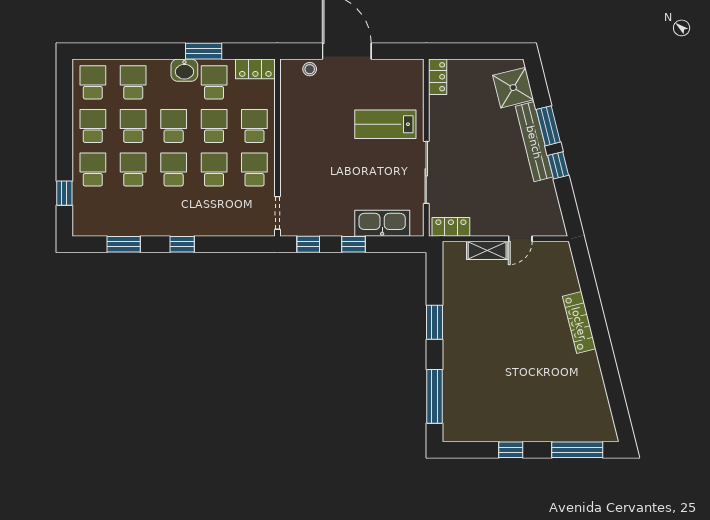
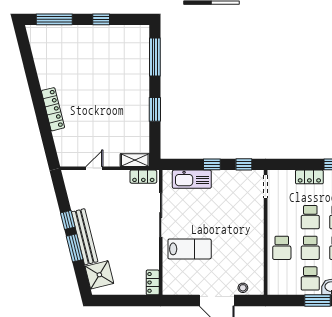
locker: (255, 69) -> (309, 177), moved, turned 180
school desk: (254, 169) -> (282, 217), removed
shelving: (487, 250) -> (135, 160), moved

